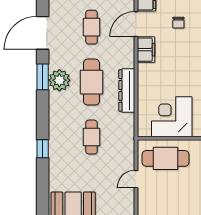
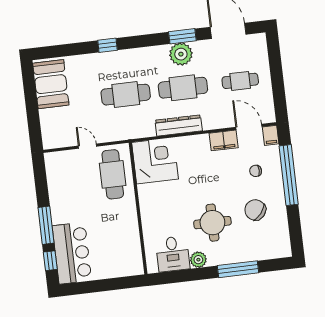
corner desk: (172, 117) -> (155, 161), moved
cafe table: (91, 137) -> (126, 95), width x1.37, depth x1.35

